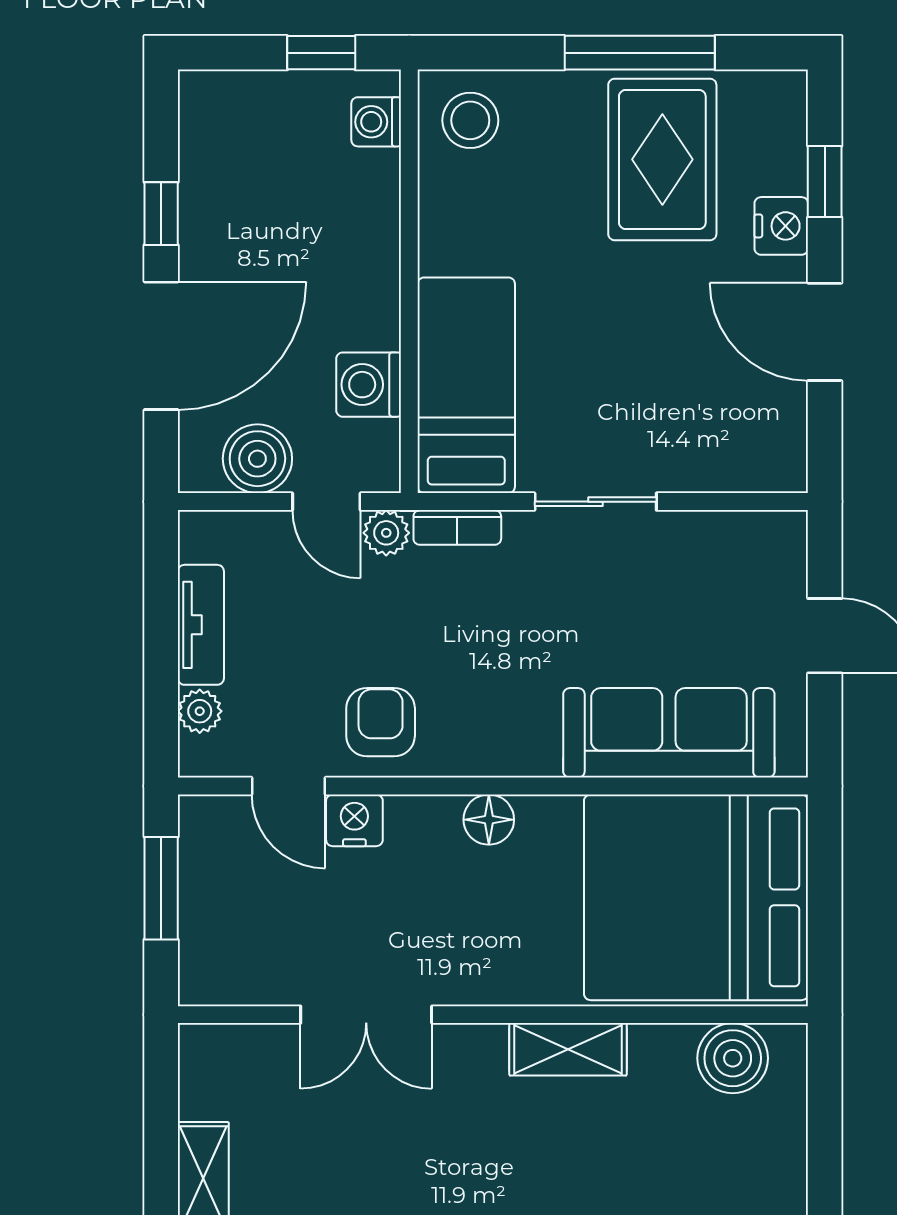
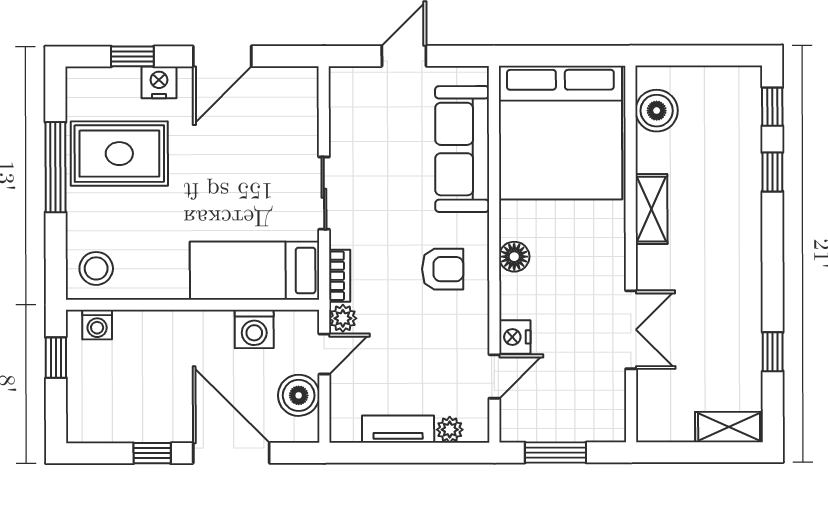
armchair: (381, 722) -> (443, 269), moved, turned 180

